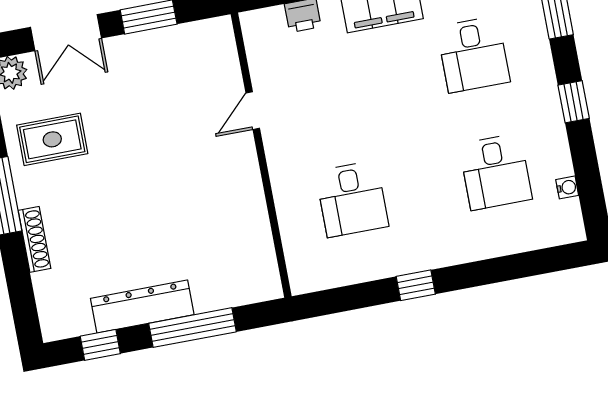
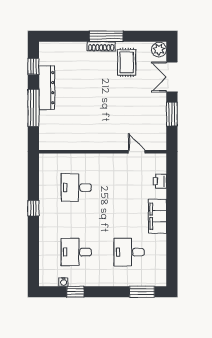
window: (574, 102) -> (75, 292), moved
door: (253, 111) -> (137, 152), moved
shoe rack: (34, 239) -> (101, 46), moved

